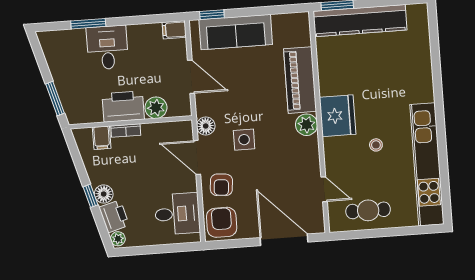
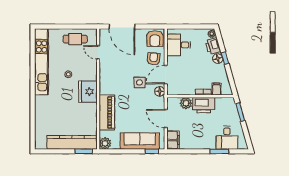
filing cabinet: (174, 30) -> (173, 140), width x2.00
desk: (107, 48) -> (227, 138), moved
plant: (307, 125) -> (105, 143), moved
door: (197, 157) -> (166, 75), swing flipped

